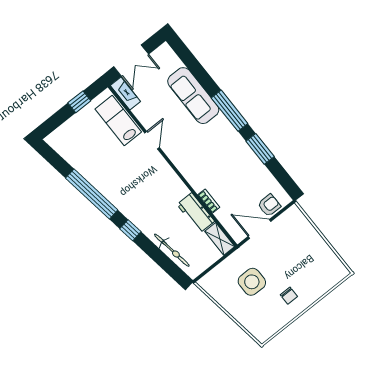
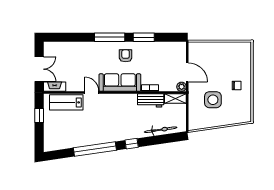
sofa: (193, 96) -> (120, 83), moved, turned 180
armchair: (269, 205) -> (126, 56), moved
door: (260, 229) -> (187, 72), swing flipped
plant: (238, 235) -> (182, 87), added

